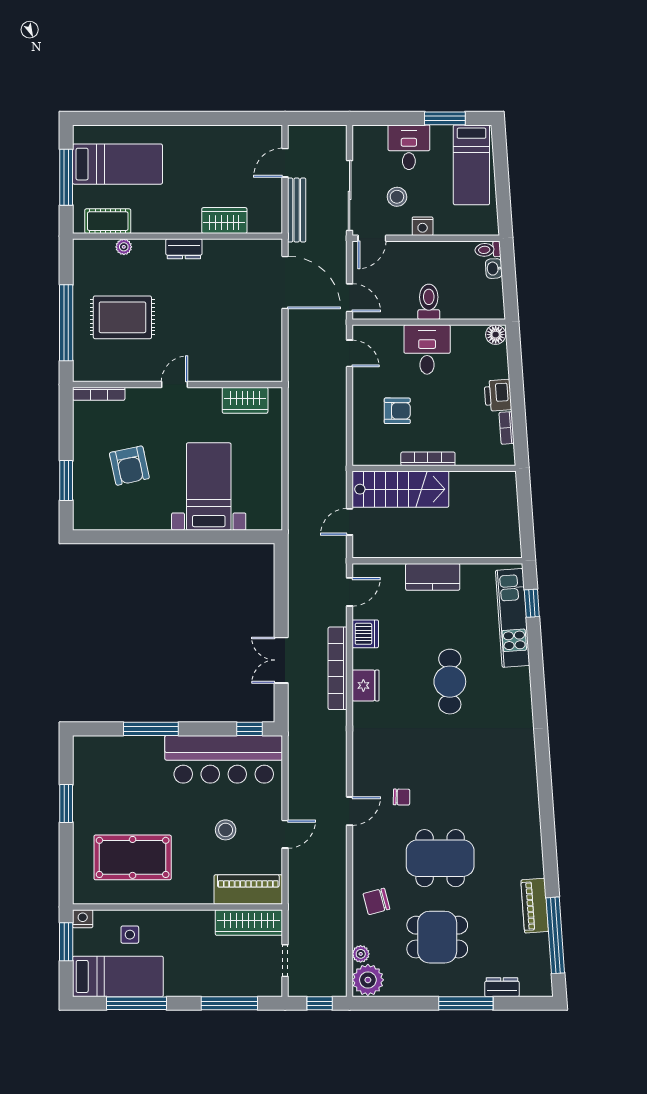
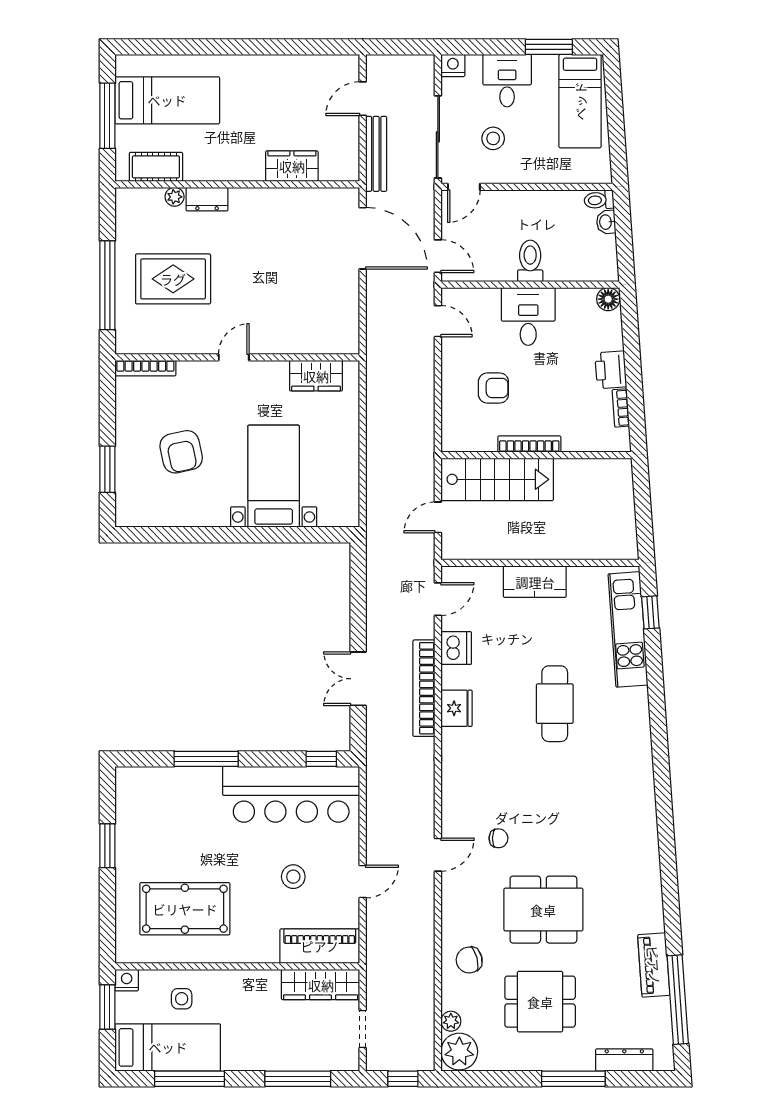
nightstand: (423, 226) -> (453, 65), moved, turned 180
dresser: (184, 249) -> (207, 199), moved
dresser: (502, 987) -> (624, 1060), width x1.44

